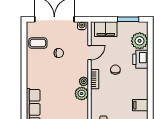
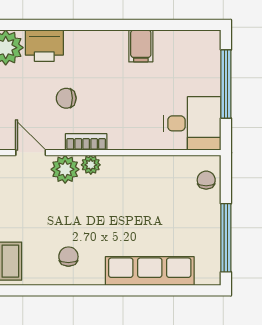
chair: (59, 53) -> (68, 257), moved
plant: (82, 94) -> (65, 169), moved

